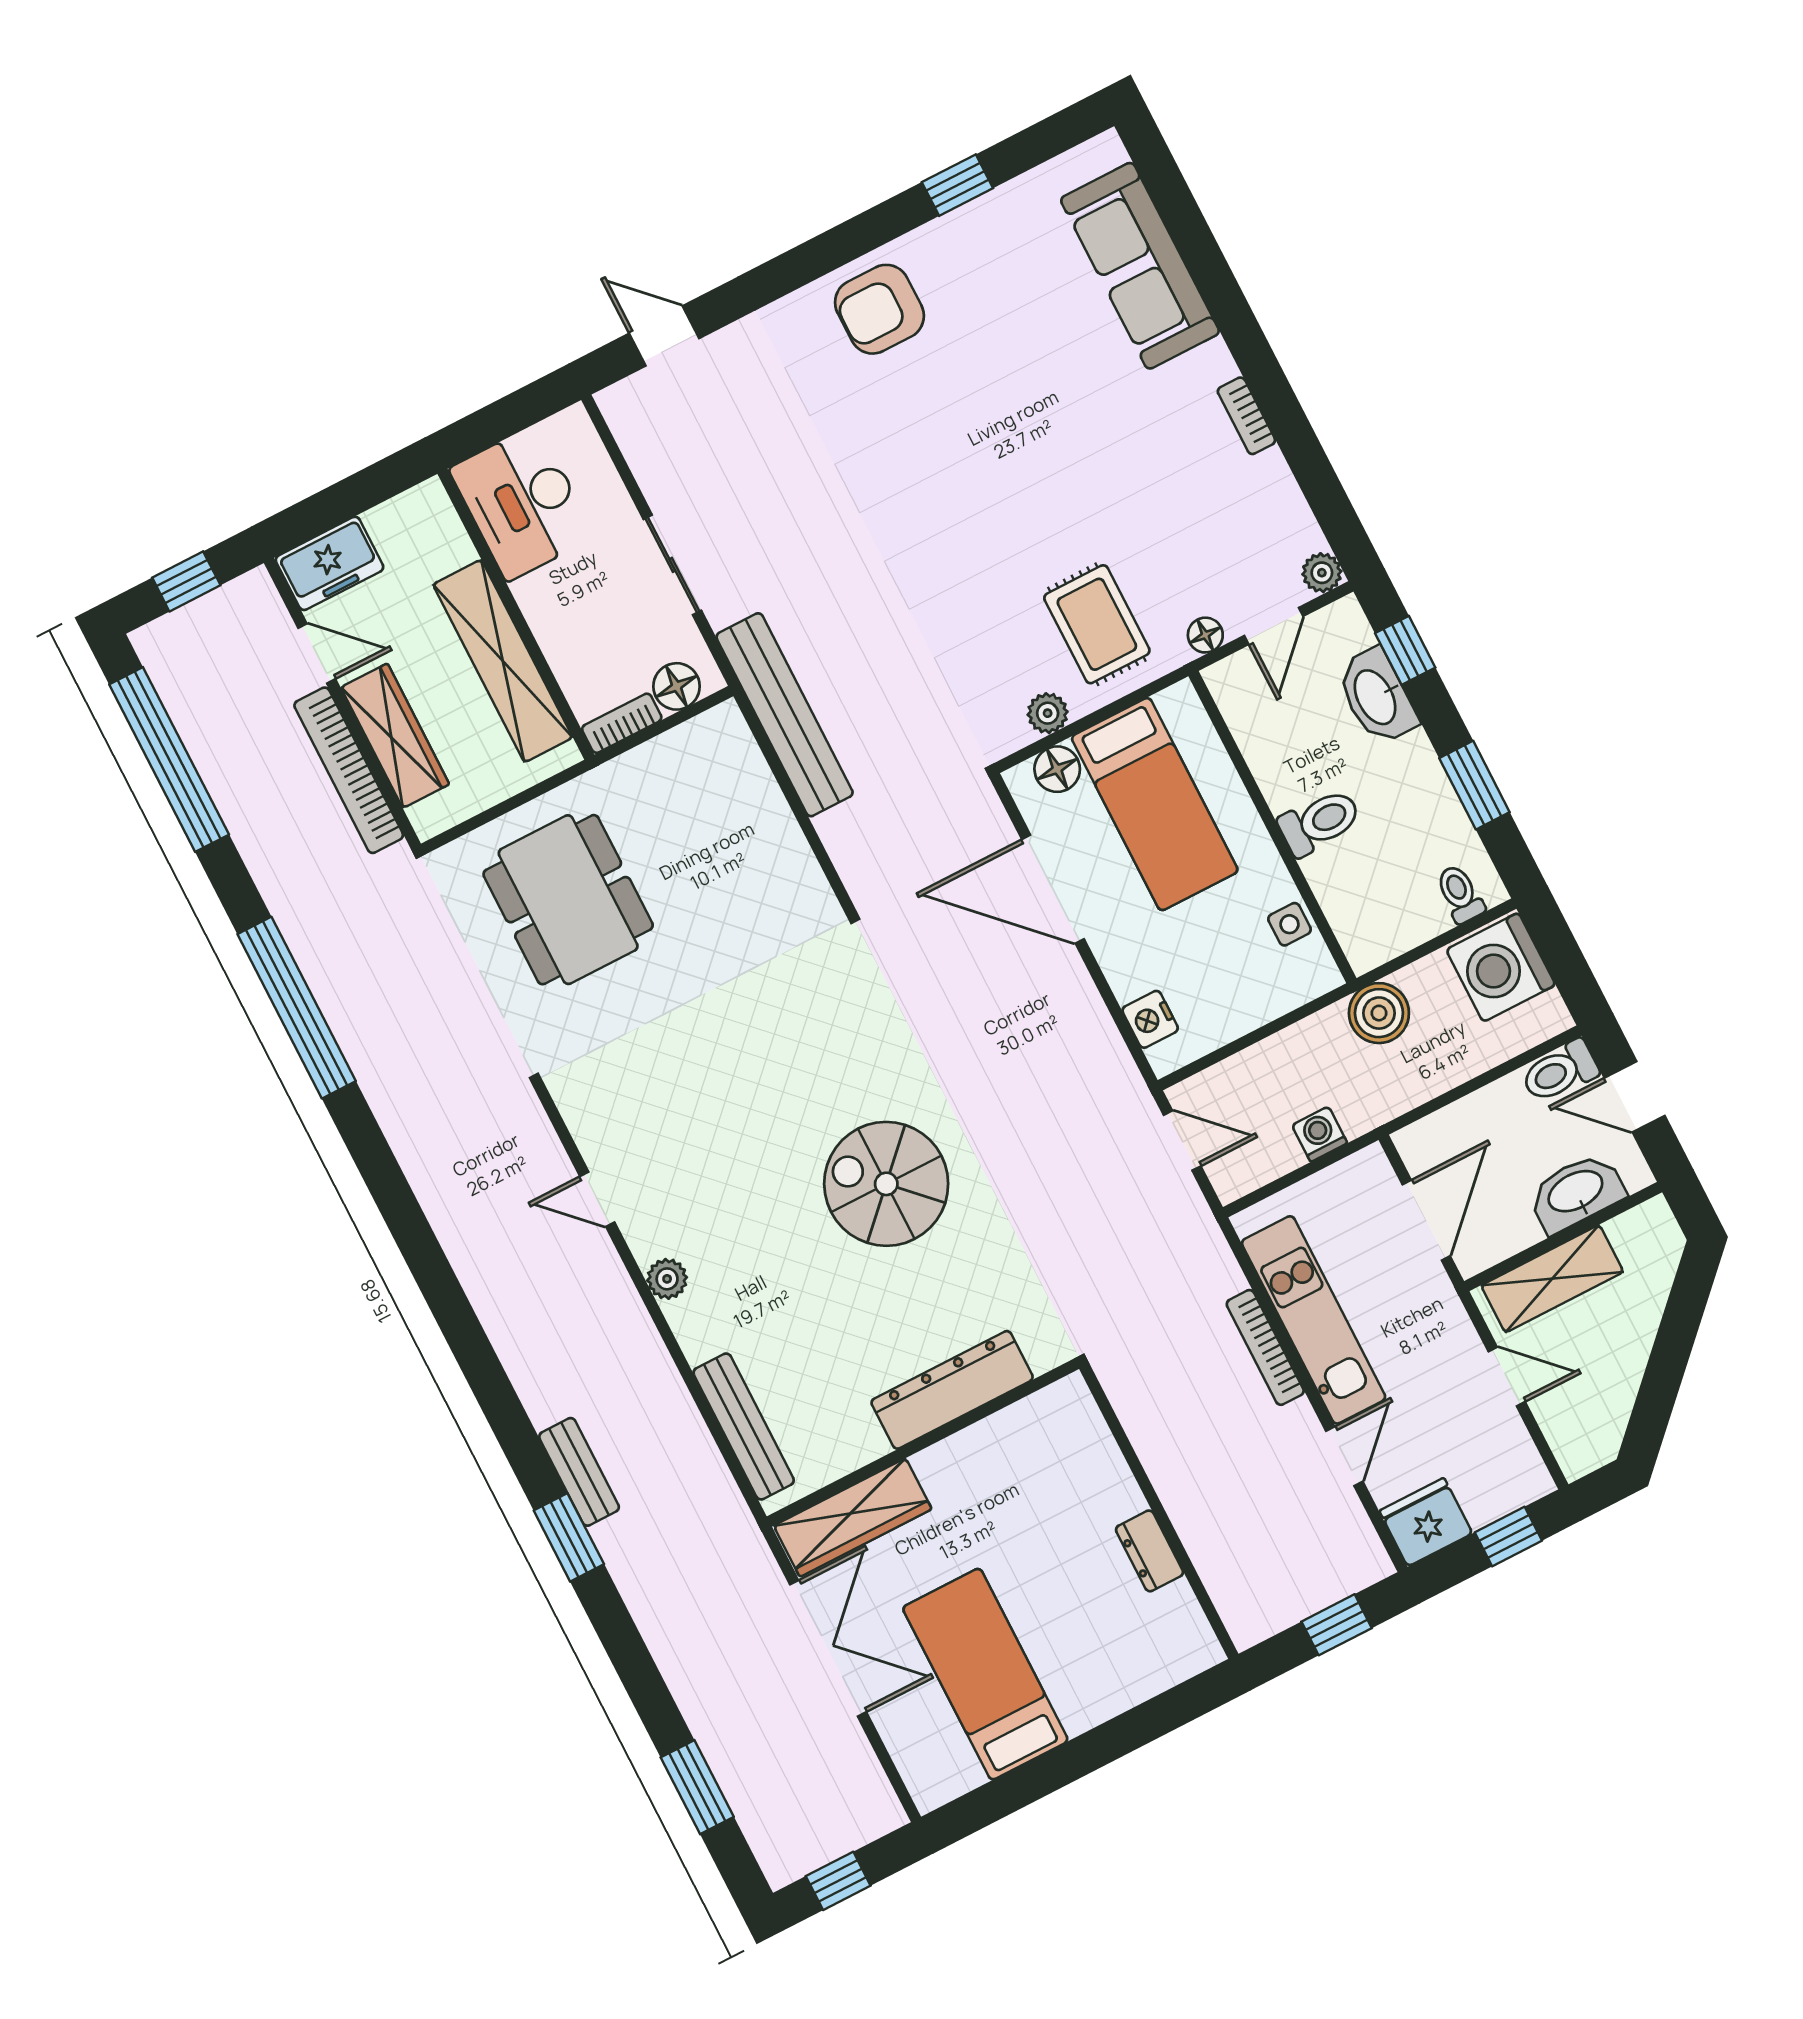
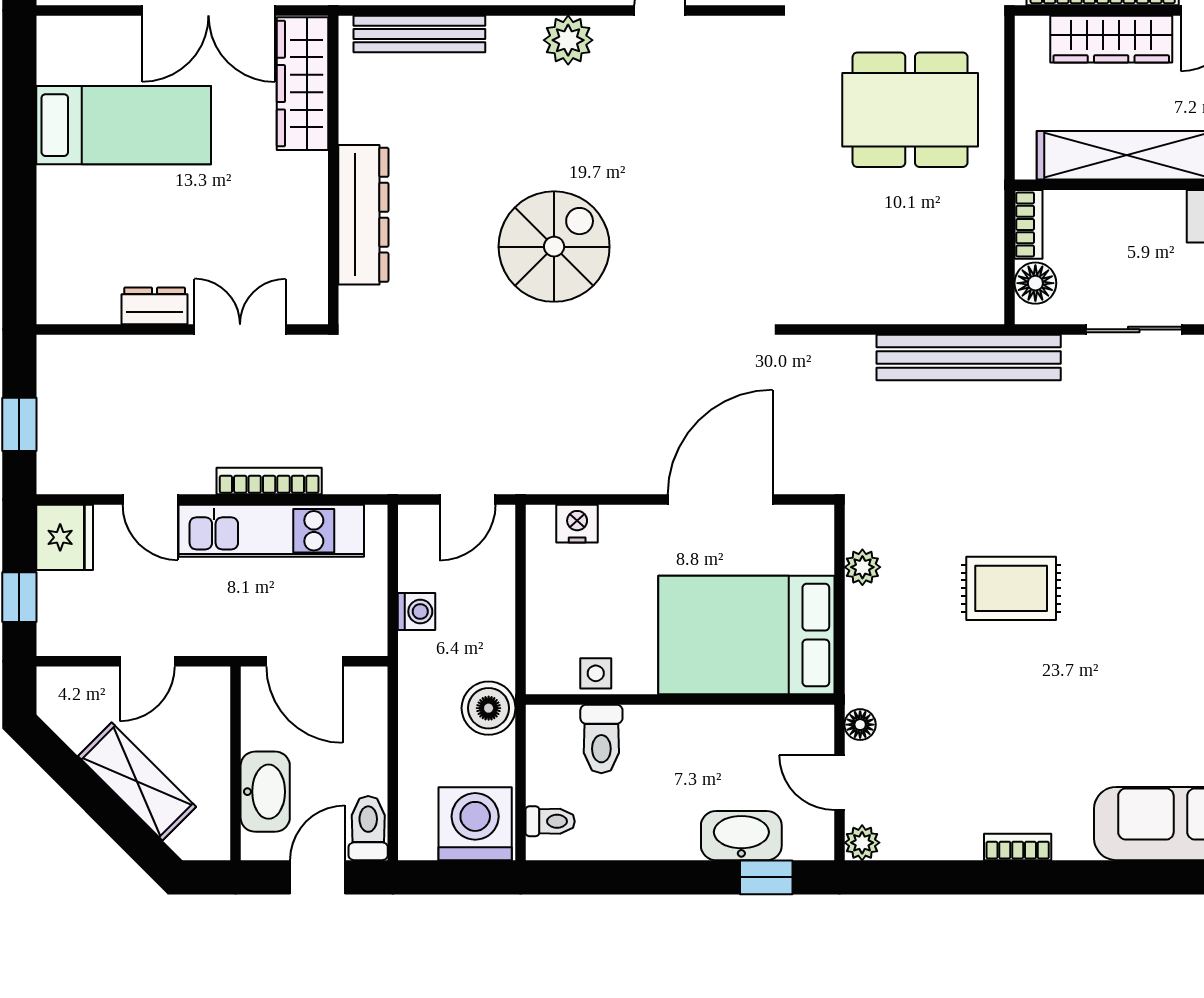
rug: (1097, 624) -> (1011, 588), moved
floor lamp: (1057, 769) -> (814, 552), removed
window: (1474, 785) -> (631, 877), removed
bed: (1155, 804) -> (746, 635), width x1.50
toilet: (1320, 822) -> (601, 739), moved
plant: (667, 1279) -> (568, 40), width x1.38, depth x1.38
shelving: (1552, 1279) -> (137, 781), moved, turned -45
double door: (1129, 1454) -> (240, 329), added

